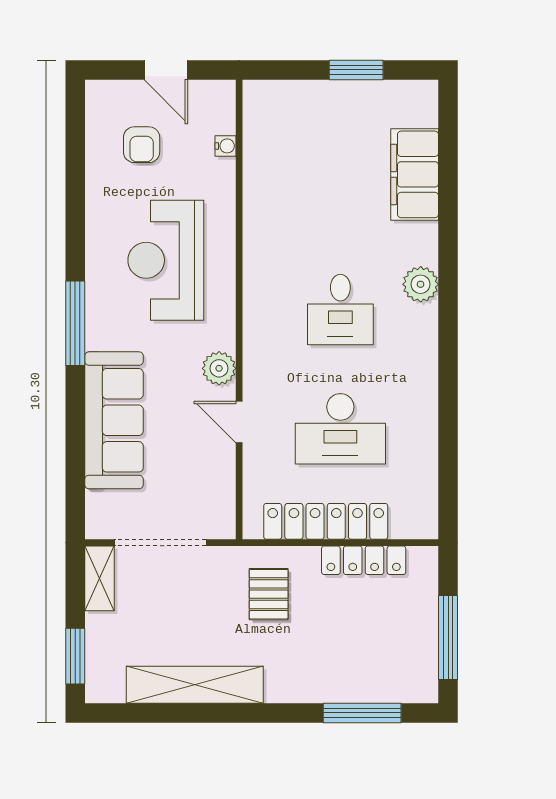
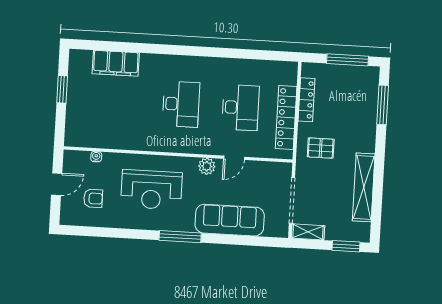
plant: (421, 284) -> (171, 63), removed
desk: (340, 309) -> (181, 104), width x1.37

